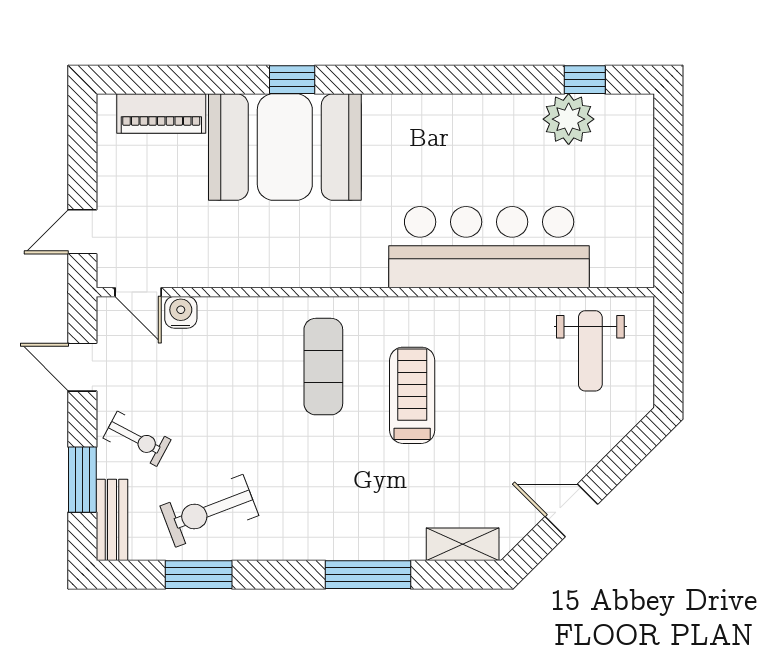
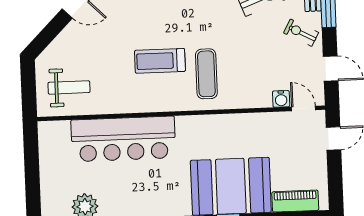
weight bench: (590, 351) -> (69, 87), turned 90
treadmill: (412, 395) -> (160, 61), turned 90

